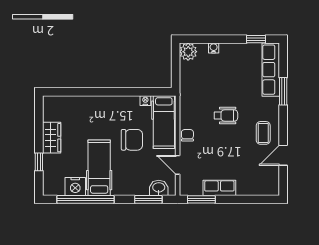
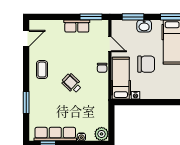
row of seats: (271, 70) -> (55, 134), moved, turned -90
wheelchair: (226, 116) -> (72, 83), turned 44
chair: (132, 140) -> (146, 64), turned 180
door: (283, 155) -> (26, 38), moved
washbasin: (159, 188) -> (144, 26), moved

